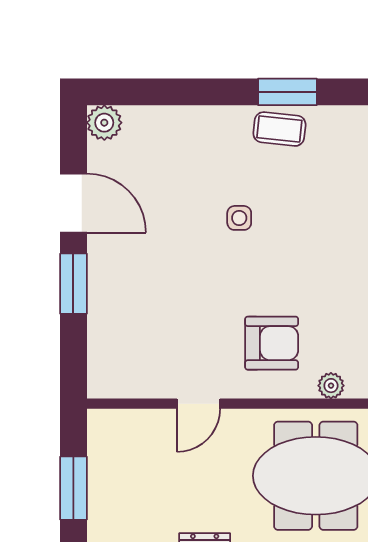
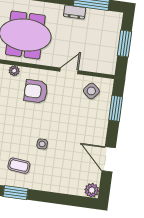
coffee table: (279, 129) -> (19, 166), moved
window: (73, 284) -> (116, 108), moved
side table: (138, 362) -> (91, 91), added

